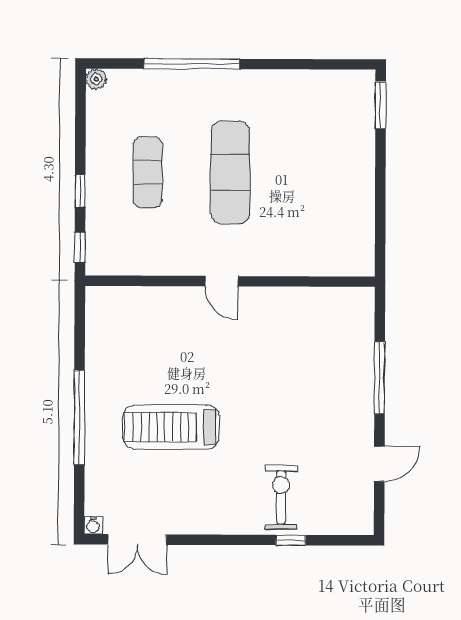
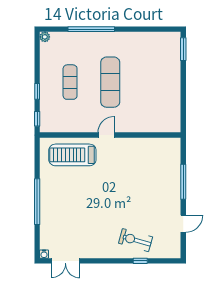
door: (221, 281) -> (106, 135), swing flipped
treadmill: (171, 427) -> (72, 155), moved
exercise bike: (281, 497) -> (135, 240), turned -74

